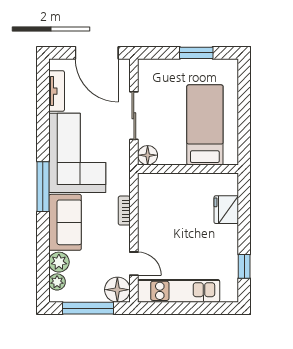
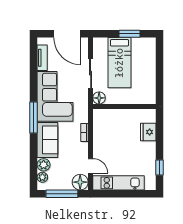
bed: (205, 125) -> (119, 63), moved, turned 180

